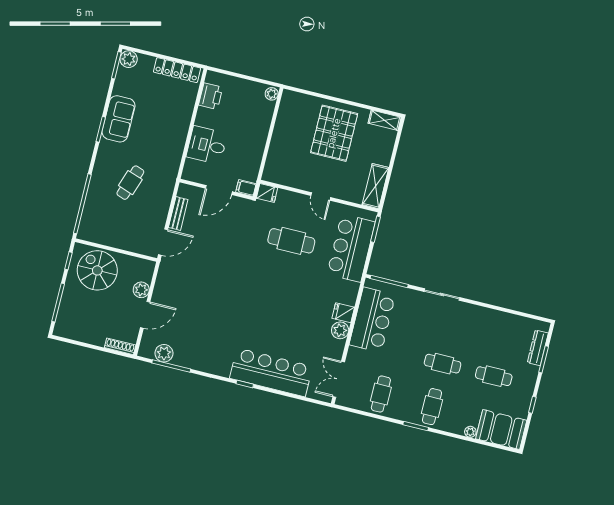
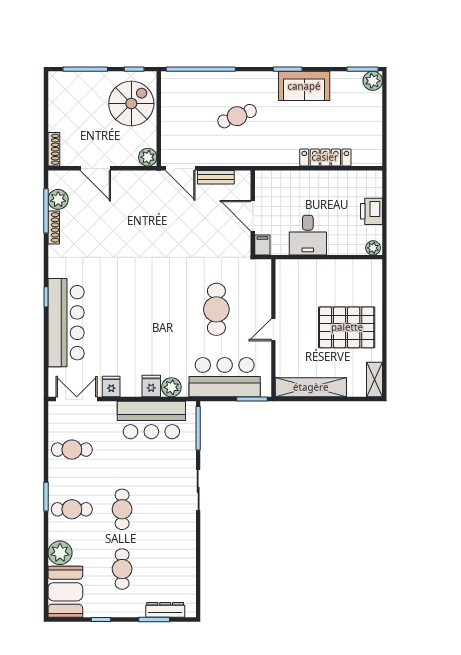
locker: (177, 70) -> (325, 157), moved, turned 90
printer: (211, 96) -> (371, 211), moved, turned 90
desk: (207, 145) -> (308, 235), moved, turned 180
cafe table: (130, 183) -> (237, 116), turned -41
shelving: (375, 186) -> (311, 387), width x1.47
fridge: (267, 193) -> (111, 387), moved, turned 180
plant: (141, 290) -> (148, 157), moved
plant: (340, 330) -> (171, 387), moved
shoe rack: (187, 363) -> (54, 227), added
plant: (470, 432) -> (60, 553), width x1.87, depth x1.87

